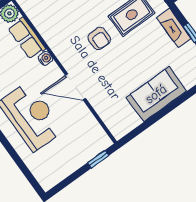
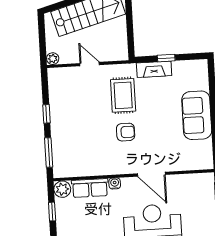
door: (75, 87) -> (151, 174), hinge flipped

